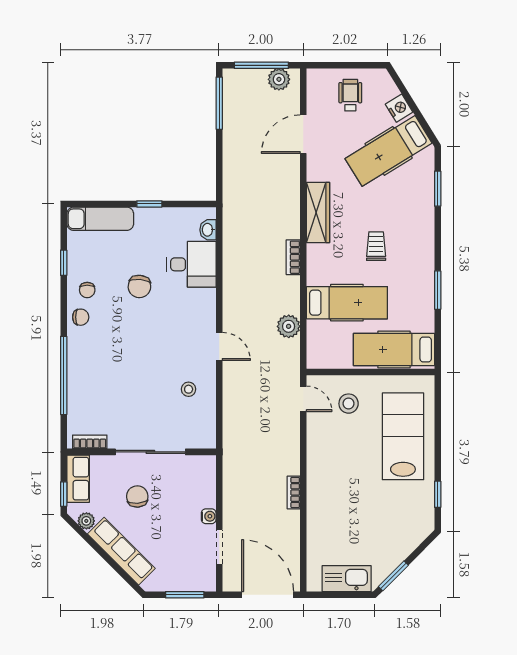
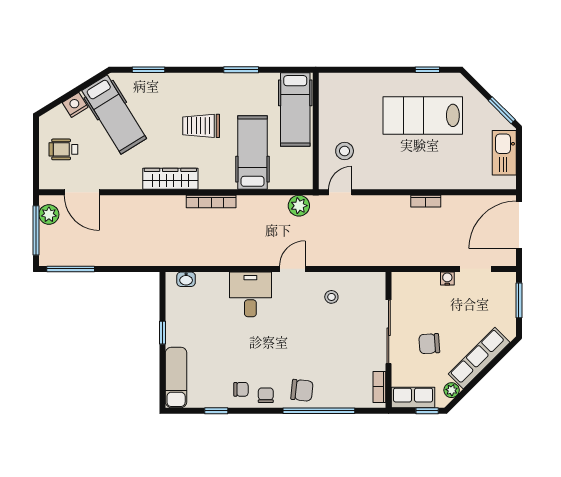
door: (303, 134) -> (82, 192), moved
trolley: (376, 246) -> (201, 126), width x1.36, depth x1.39
bookcase: (293, 257) -> (211, 202), width x1.56
desk: (191, 264) -> (250, 294), moved
chair: (139, 286) -> (302, 390), moved
plant: (289, 326) -> (299, 206), moved
lab bench: (403, 436) -> (423, 115), moved

